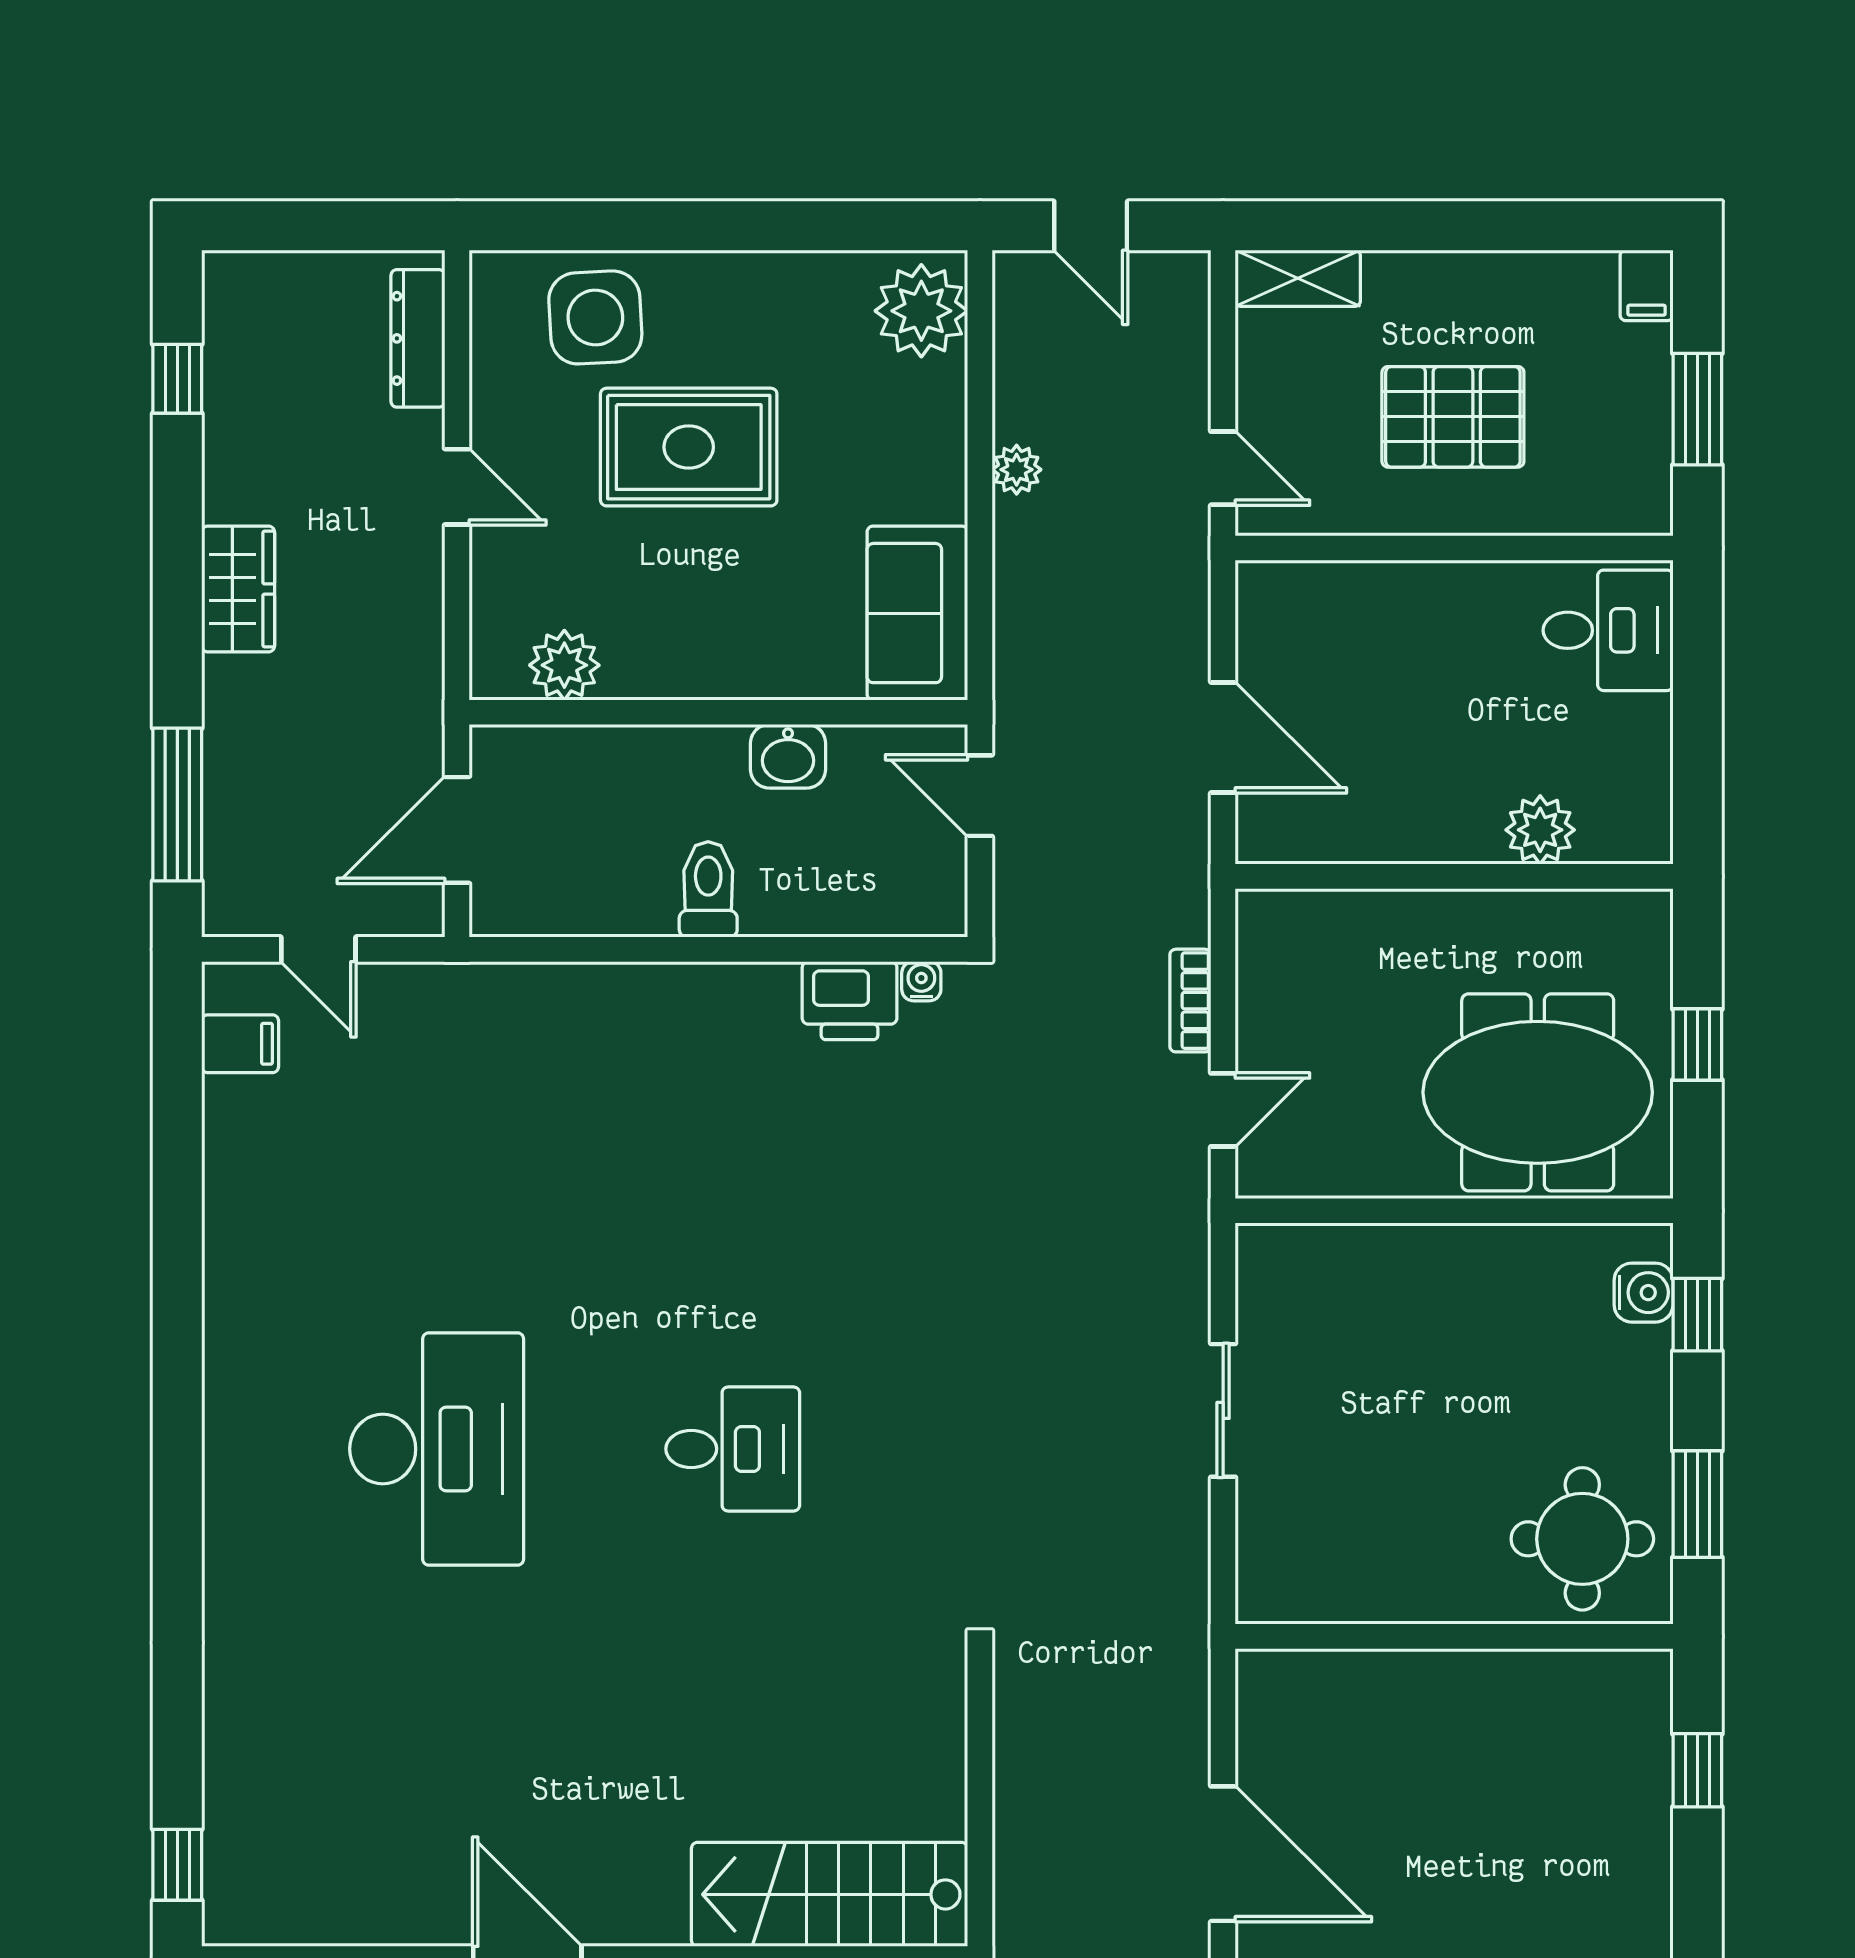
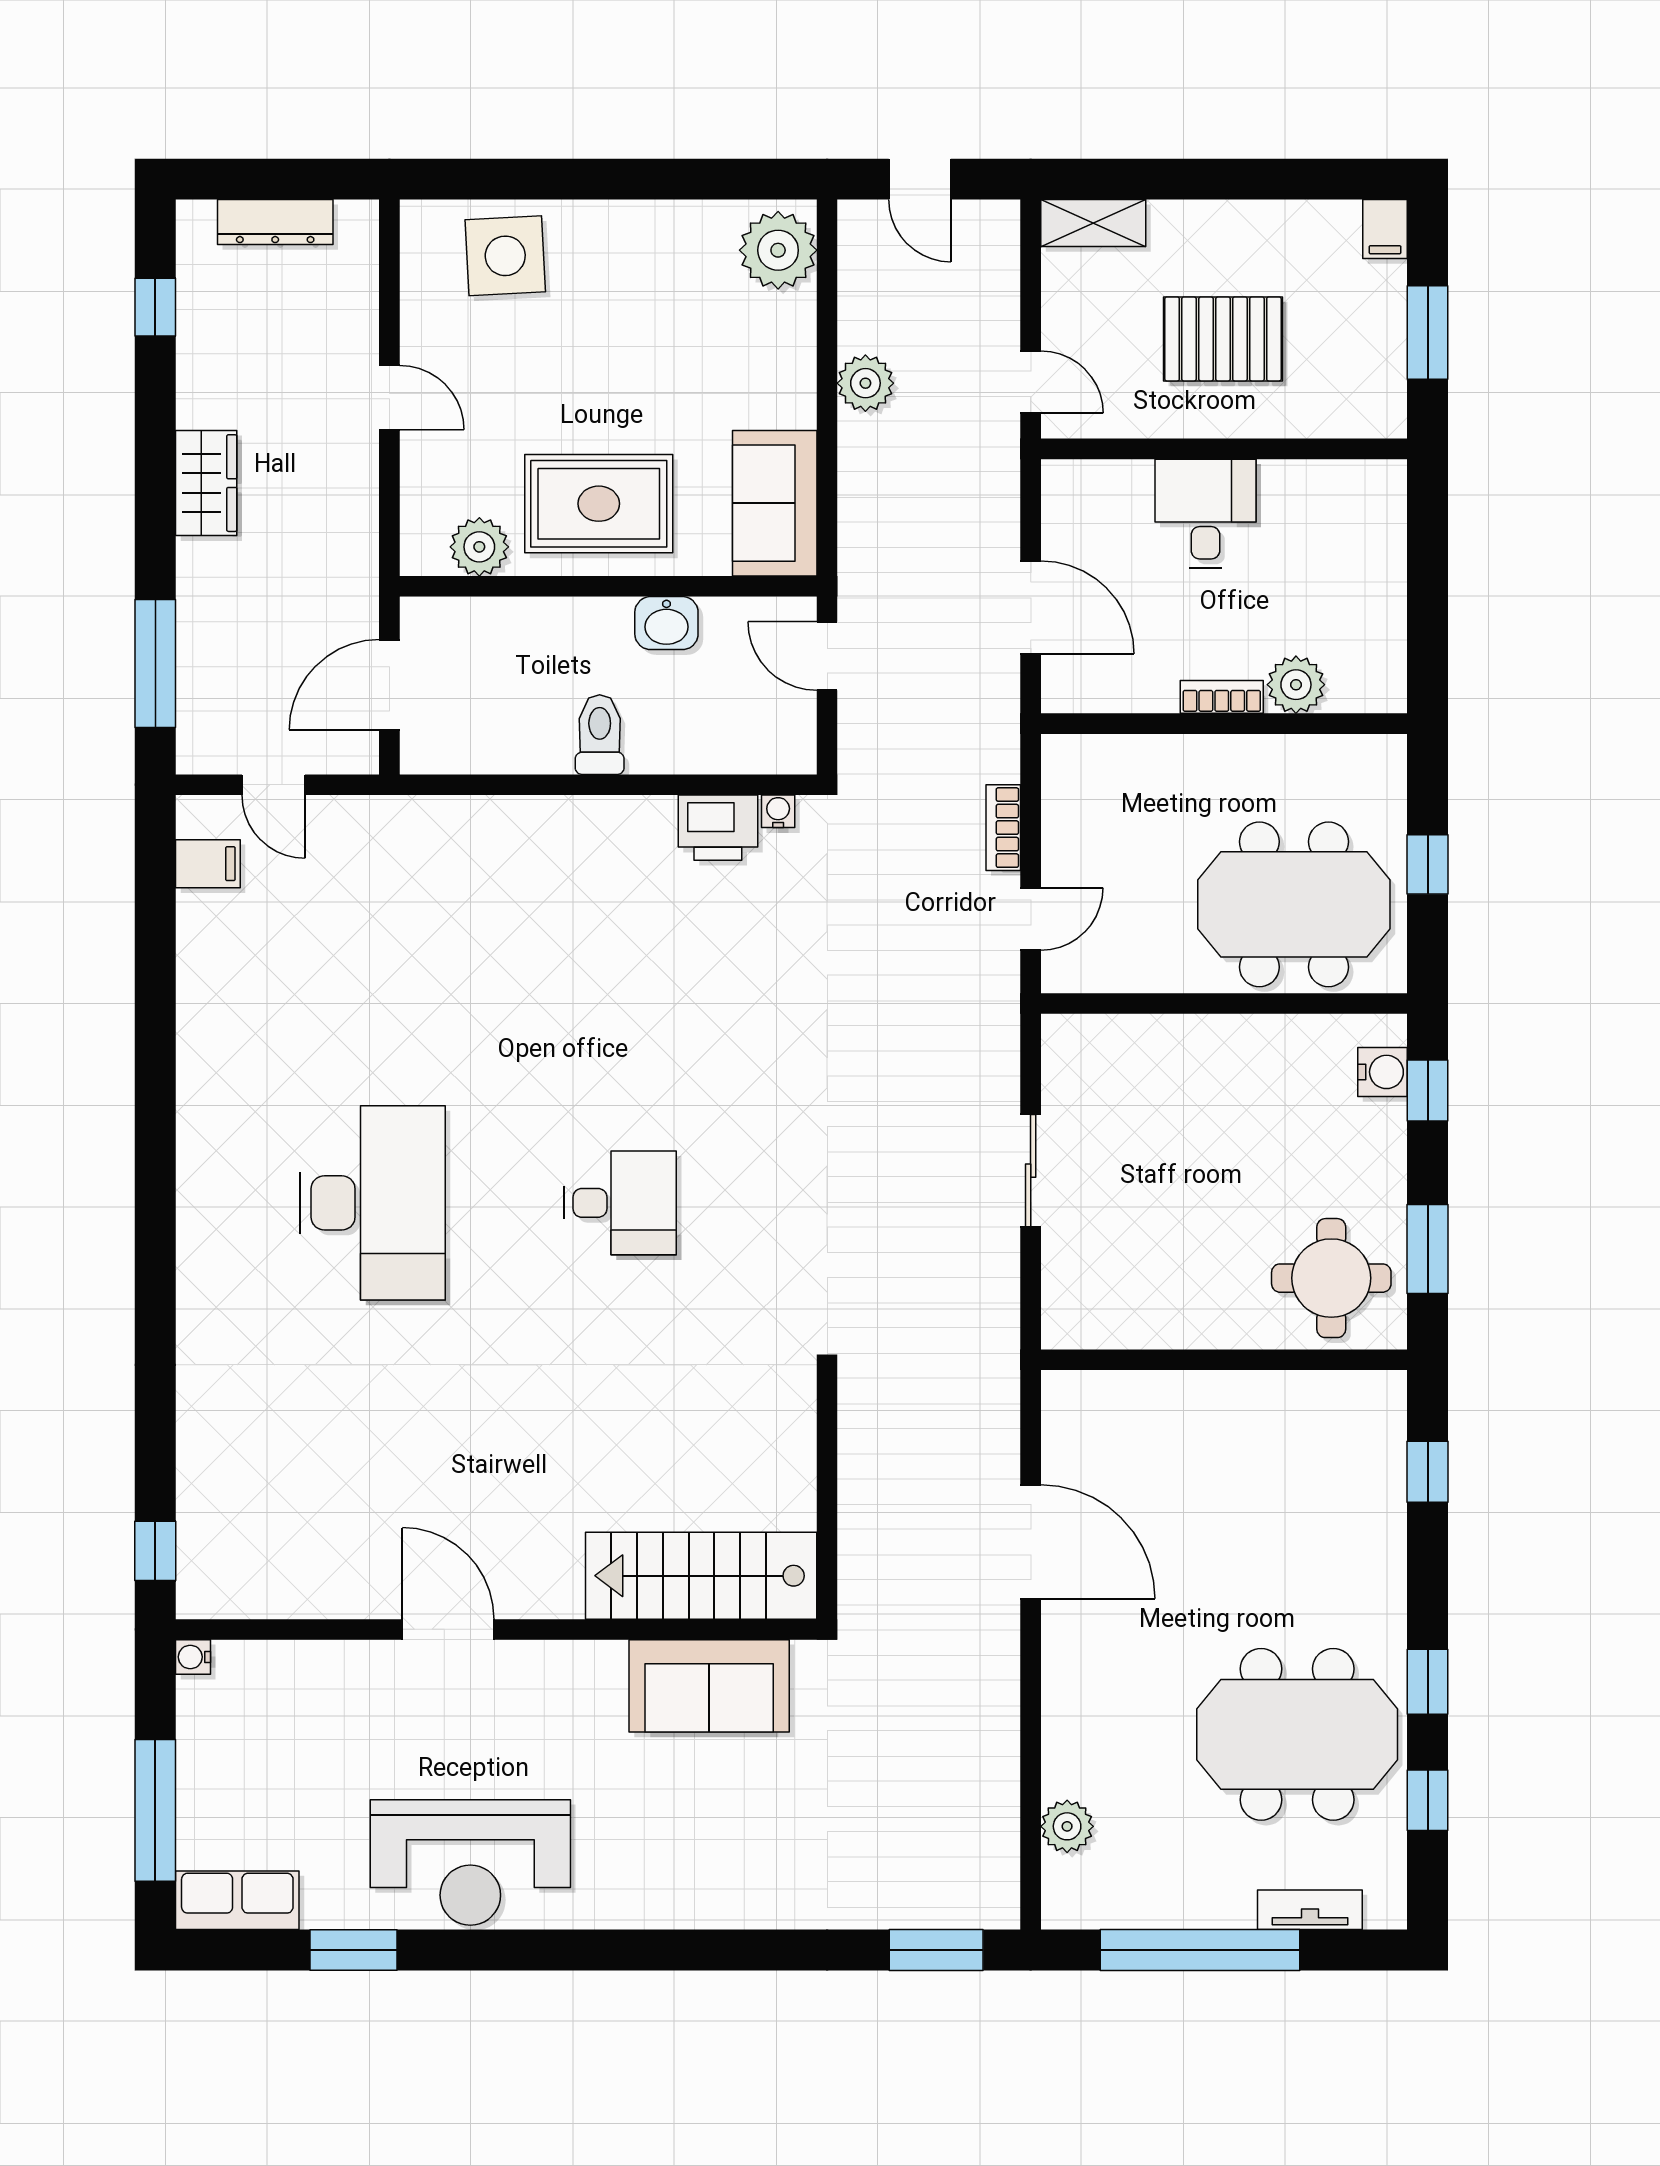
dresser: (418, 338) -> (275, 222), moved, turned -90
rug: (689, 447) -> (599, 504), moved
plant: (1017, 470) -> (865, 383), width x1.38, depth x1.38
desk: (1608, 630) -> (1205, 513), moved, turned -90
bookcase: (1451, 844) -> (1222, 697), added

